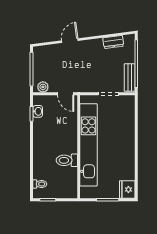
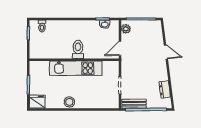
kitchen unit: (88, 145) -> (76, 68), width x0.73
stool: (127, 152) -> (69, 102), added
toilet: (67, 160) -> (78, 49), moved

